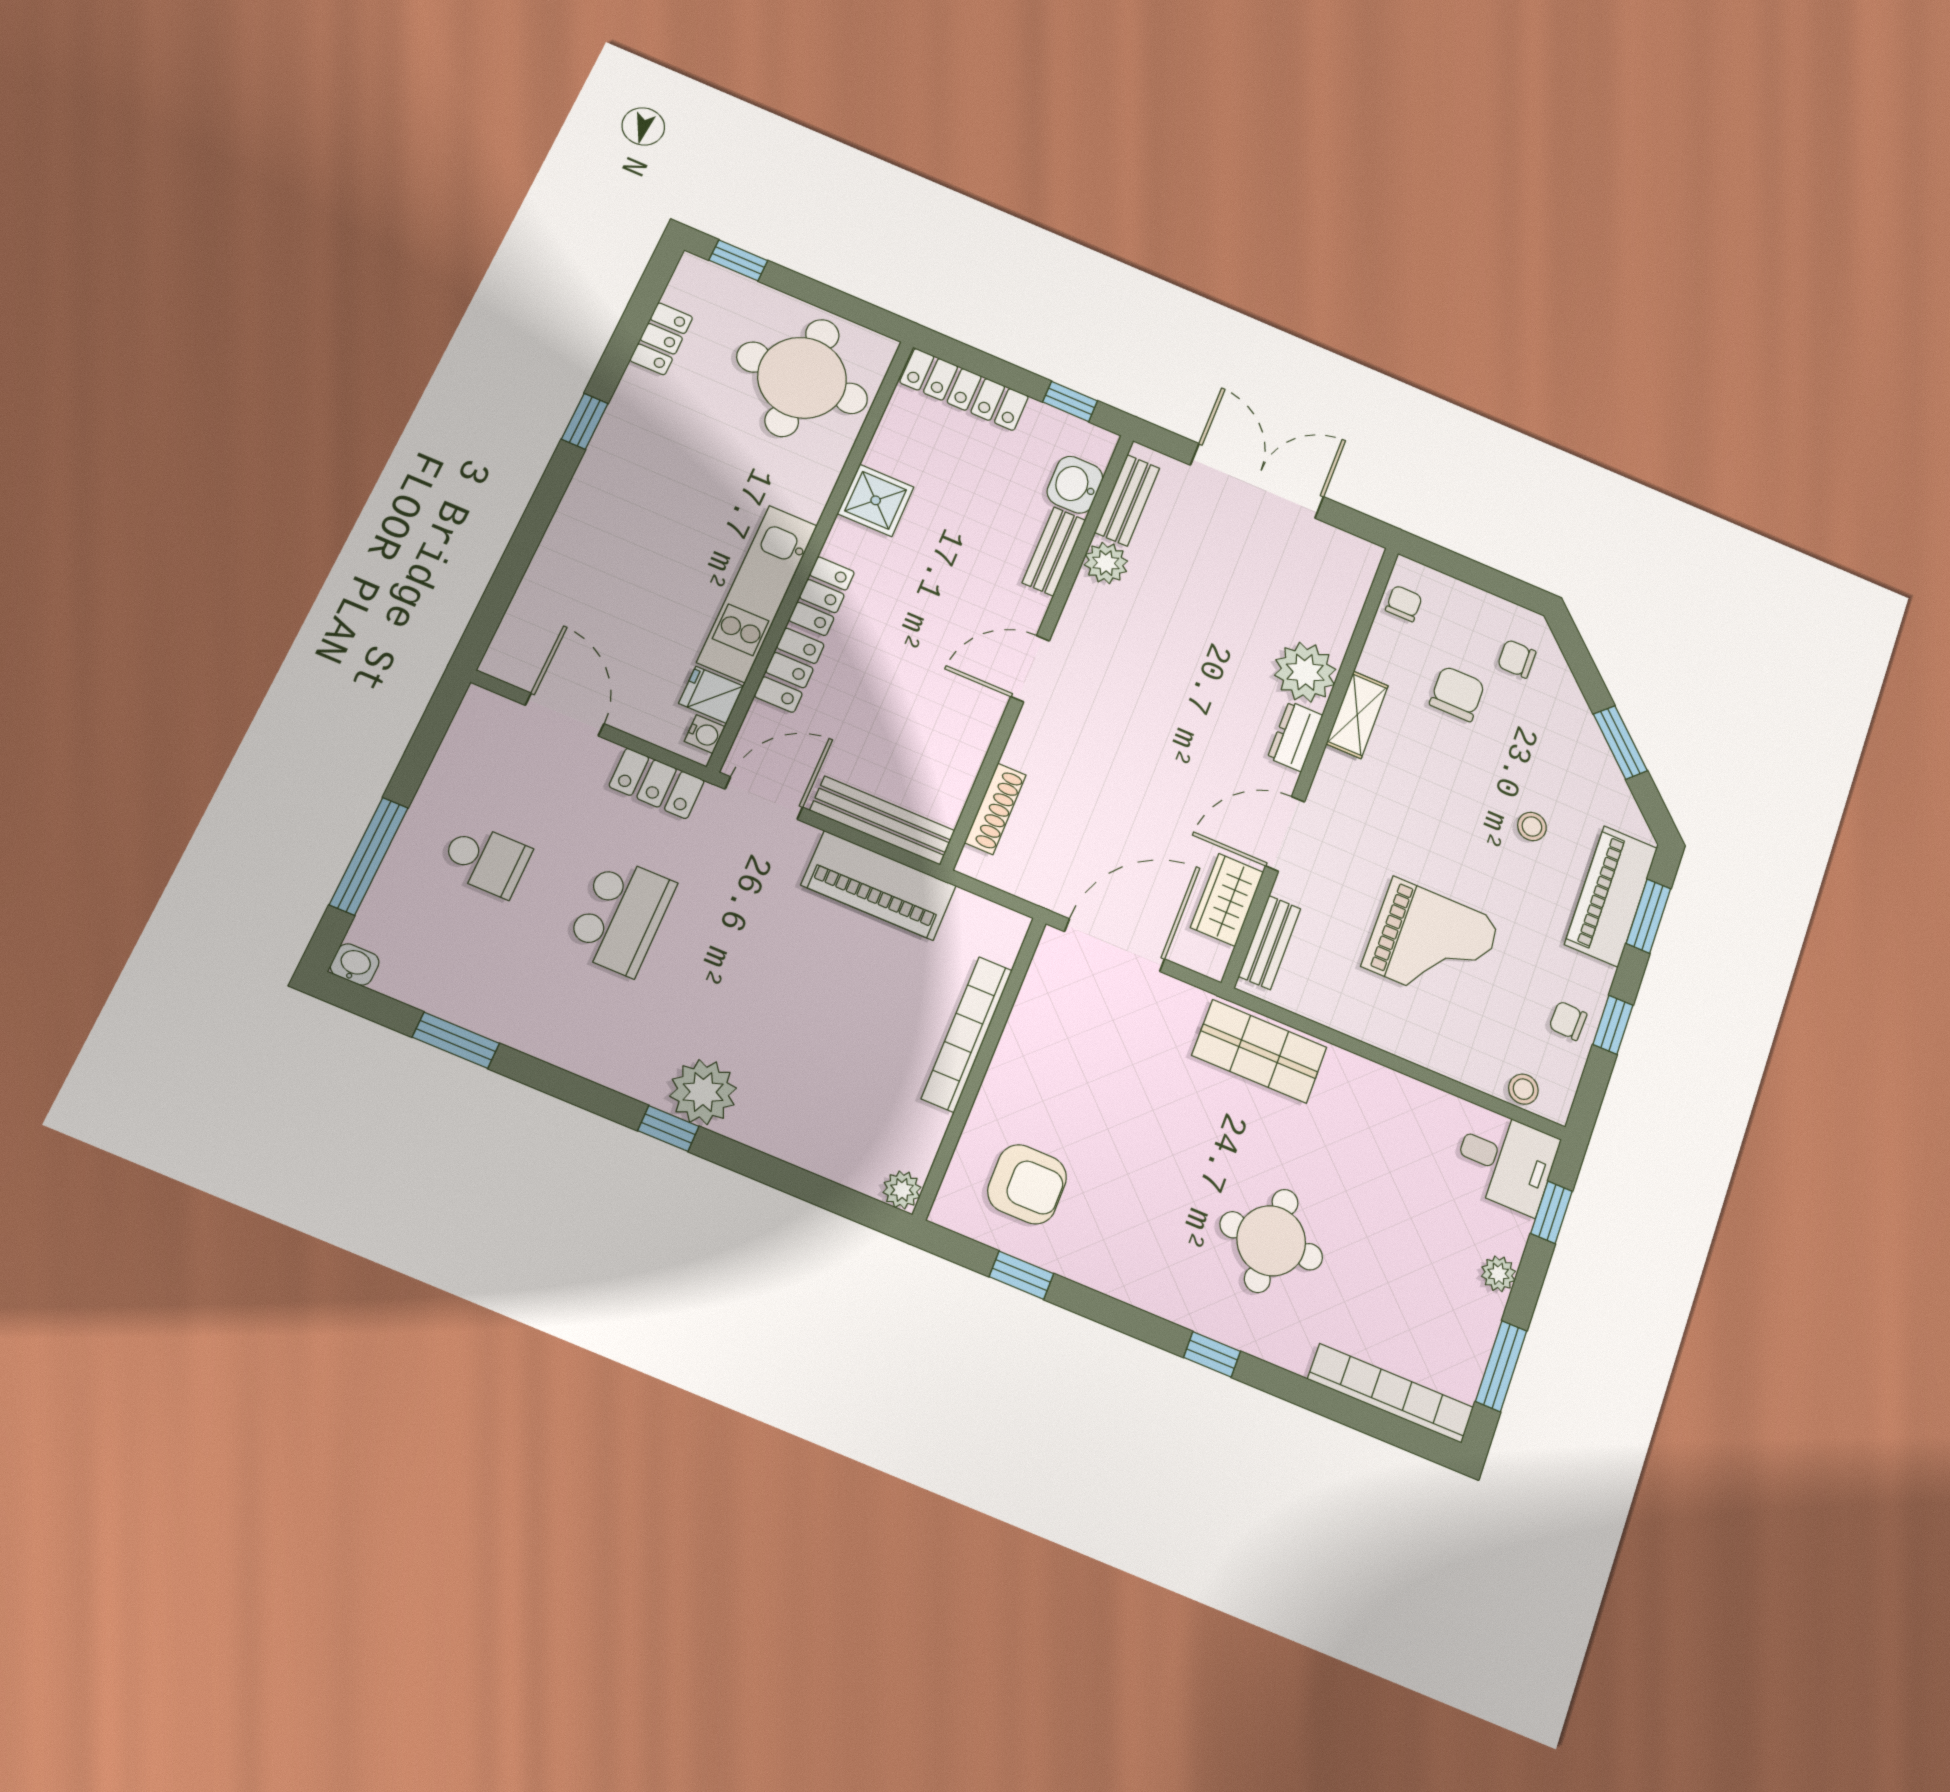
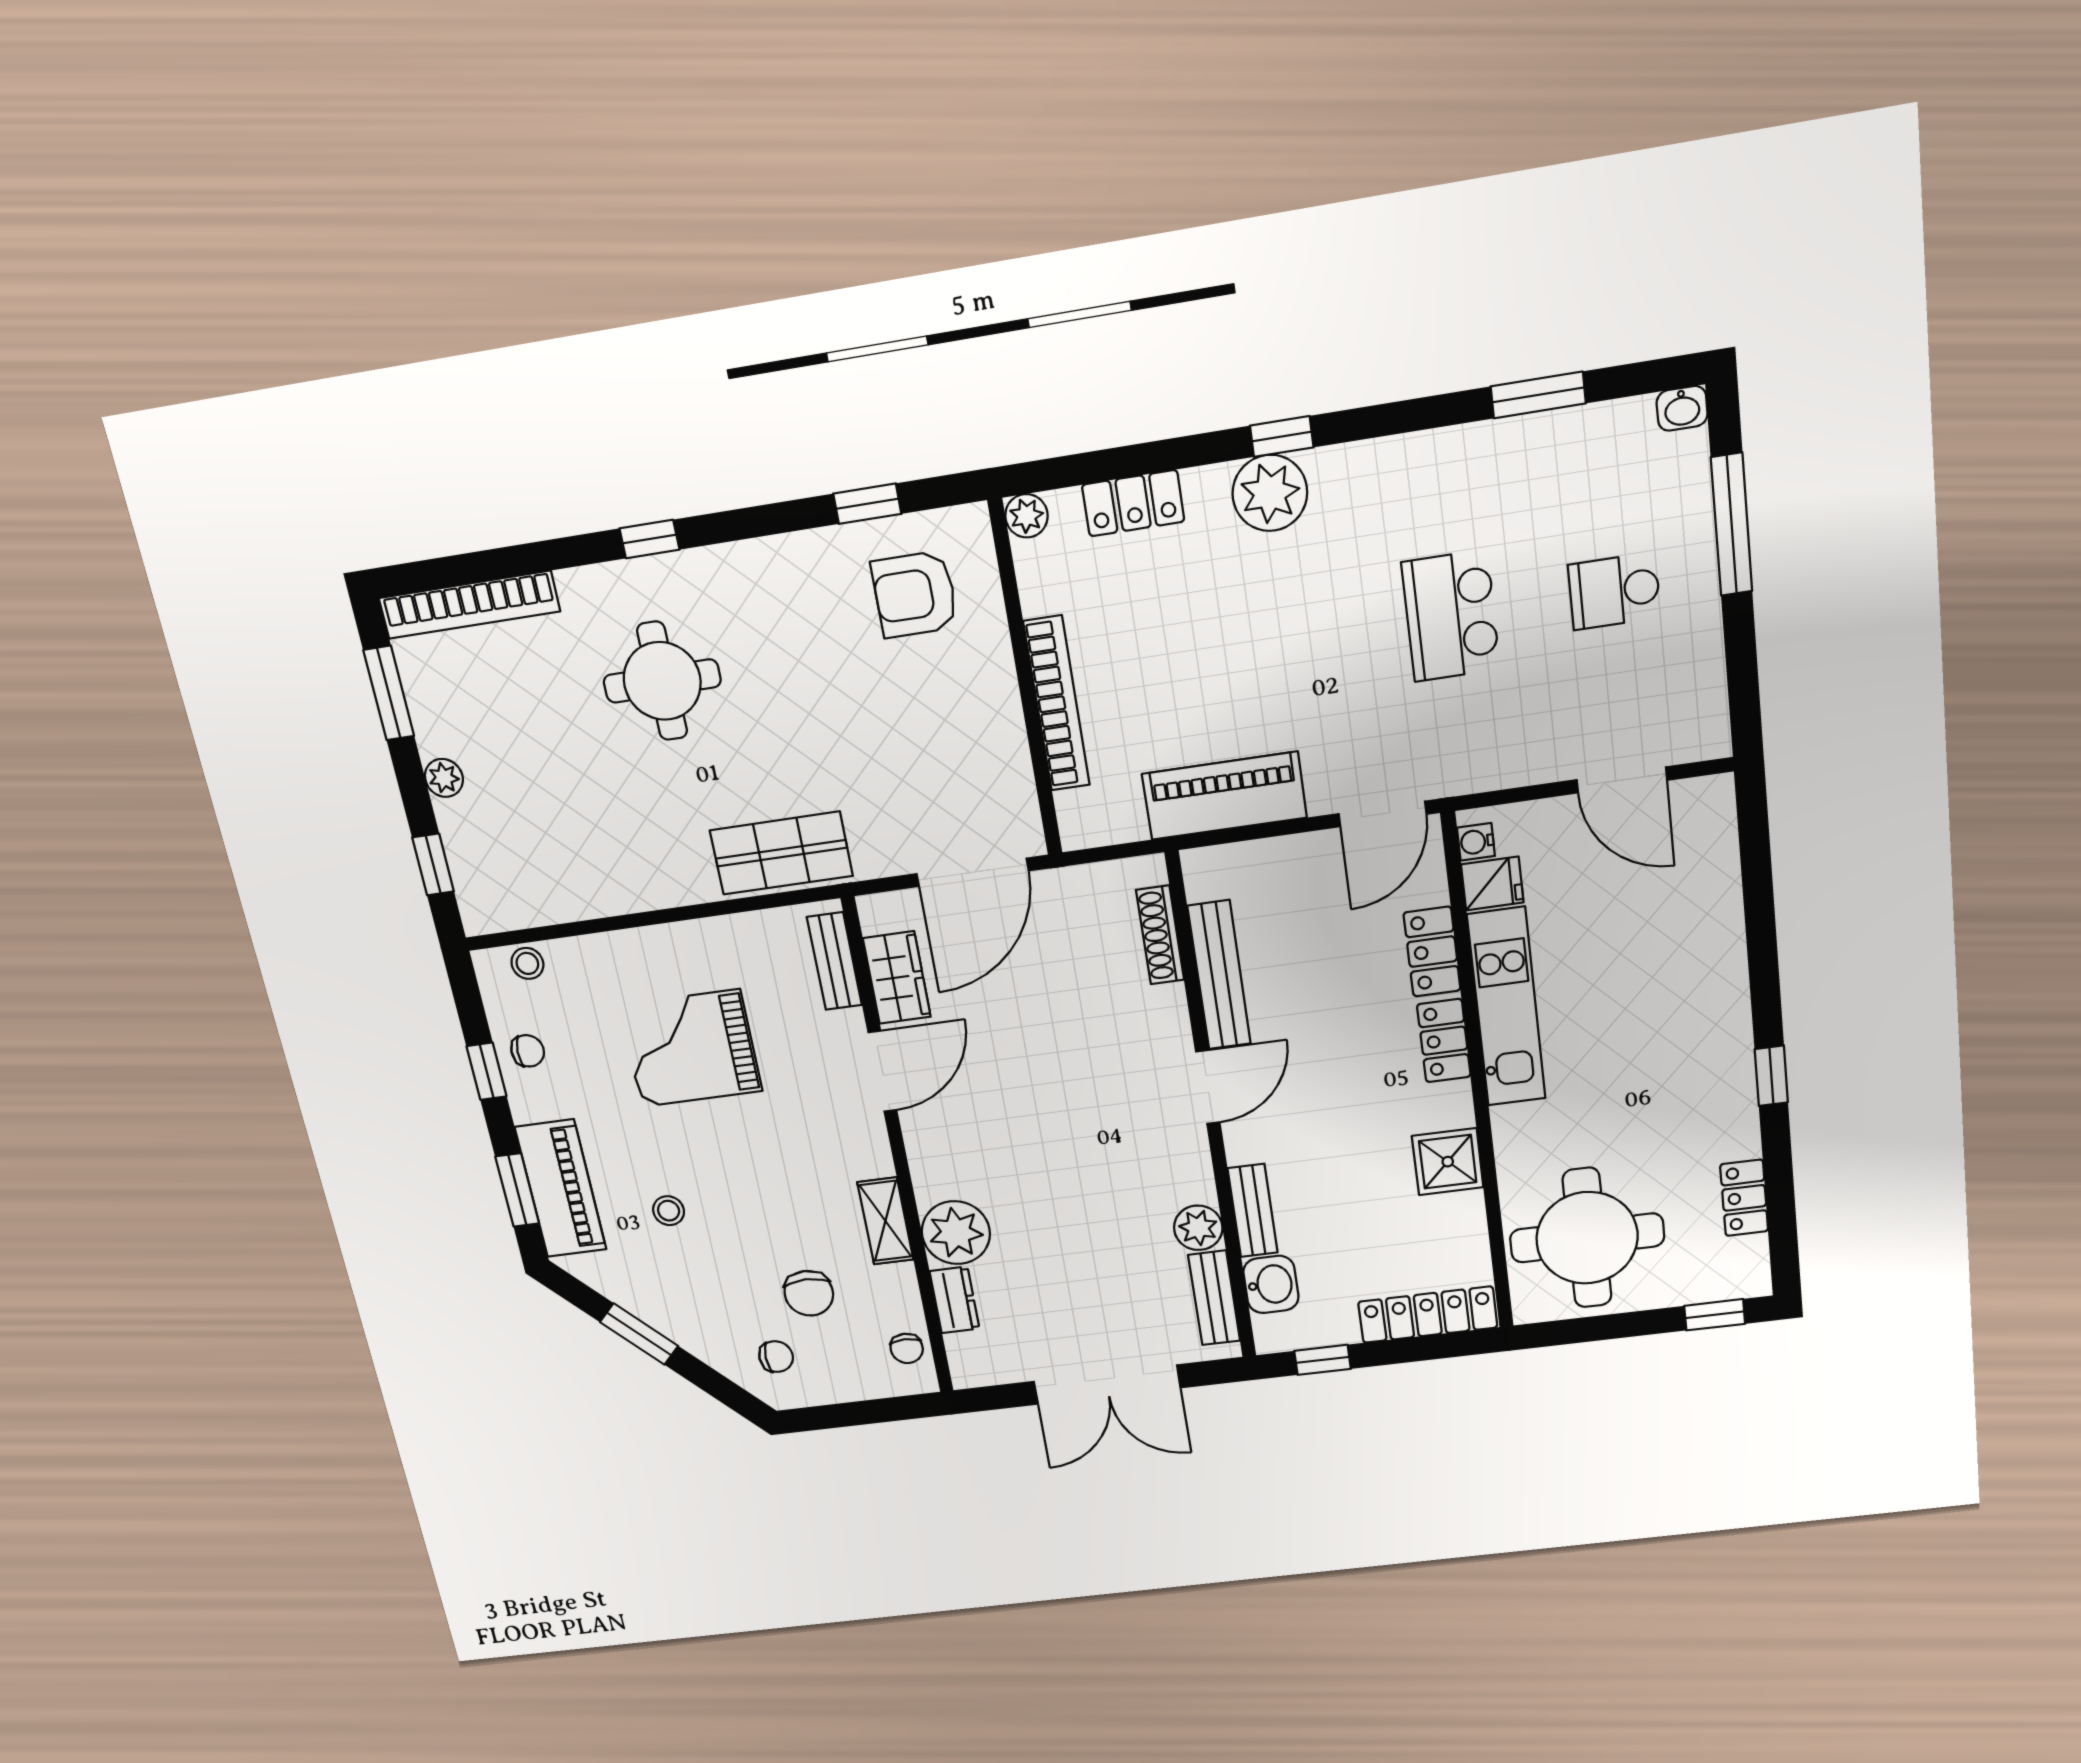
dresser: (1295, 736) -> (955, 1300), moved
locker: (657, 783) -> (1133, 503), moved, turned 180
bench: (882, 820) -> (1219, 975), moved, turned 90
desk: (1506, 1161) -> (502, 887), removed

